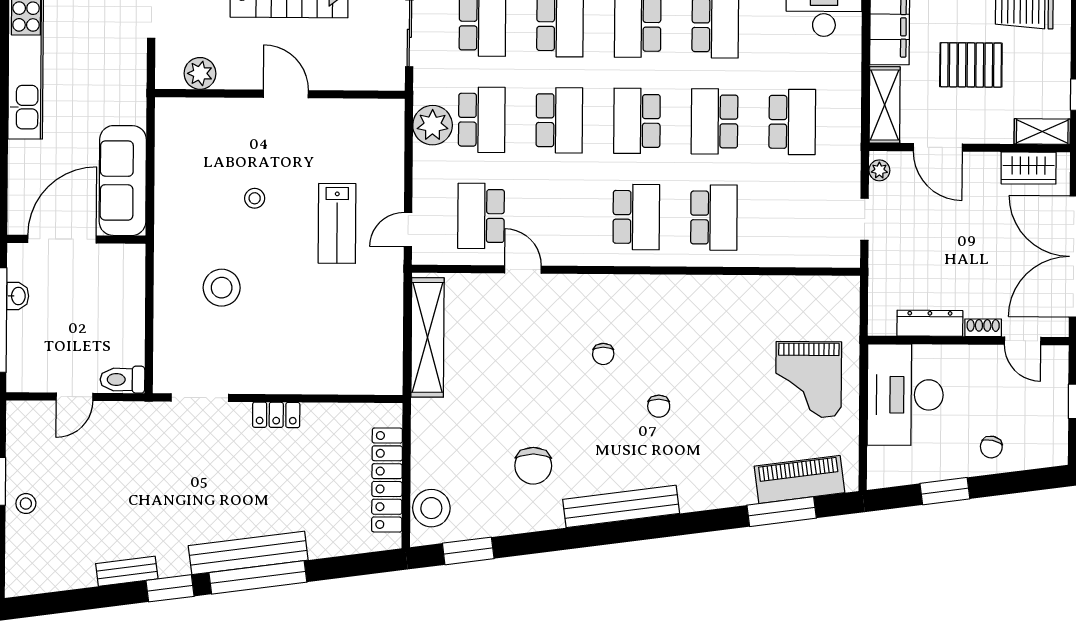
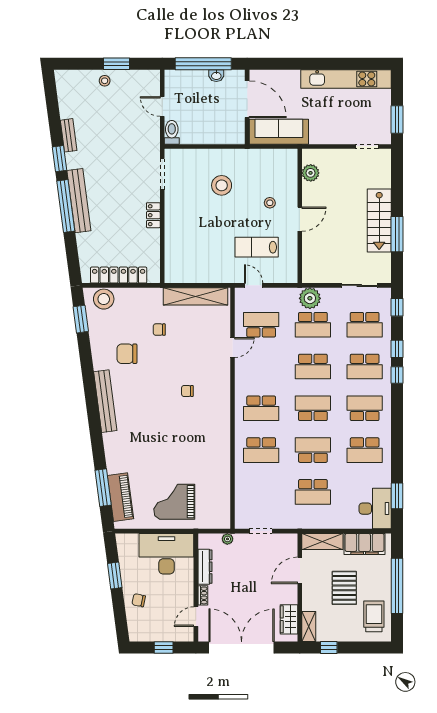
plant: (200, 73) -> (311, 173), moved
wall: (280, 94) -> (300, 216), moved
door: (286, 94) -> (300, 219), moved
plant: (879, 170) -> (227, 539), moved
chair: (659, 406) -> (159, 330), moved

